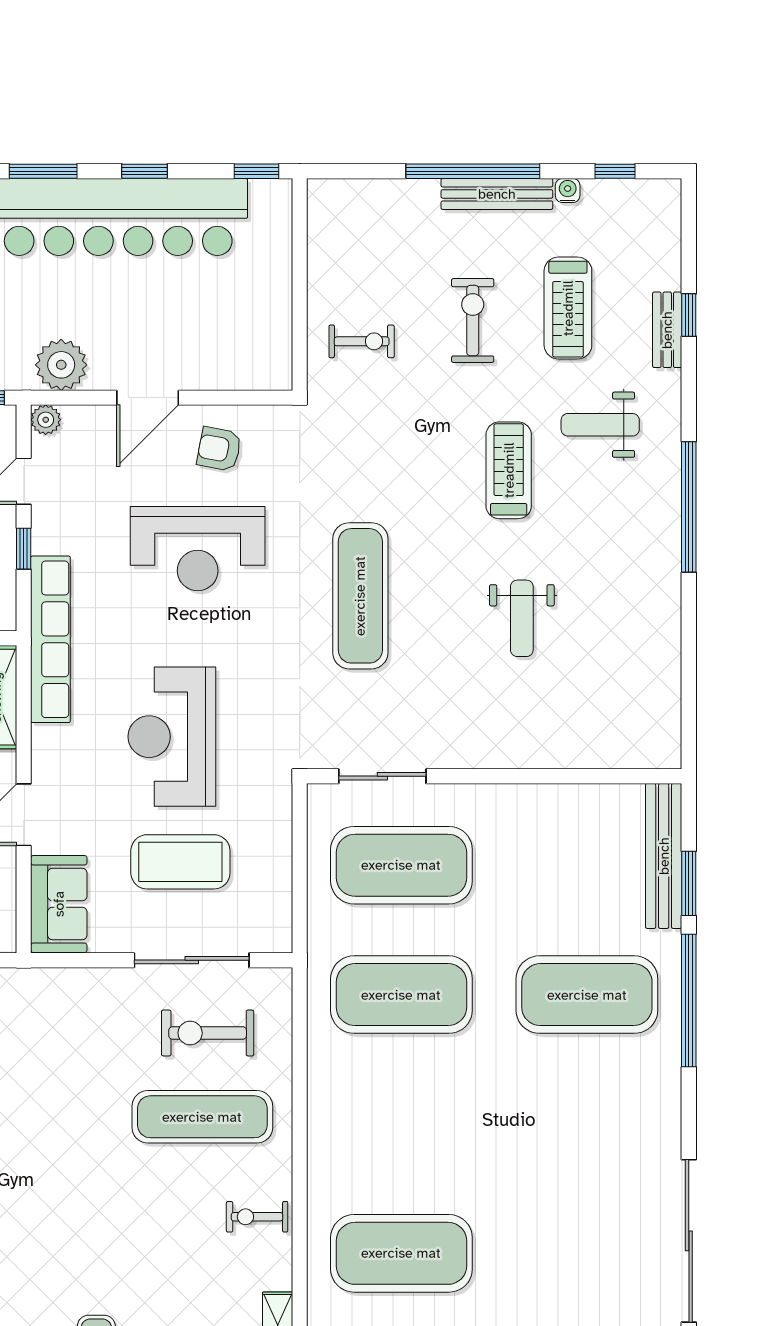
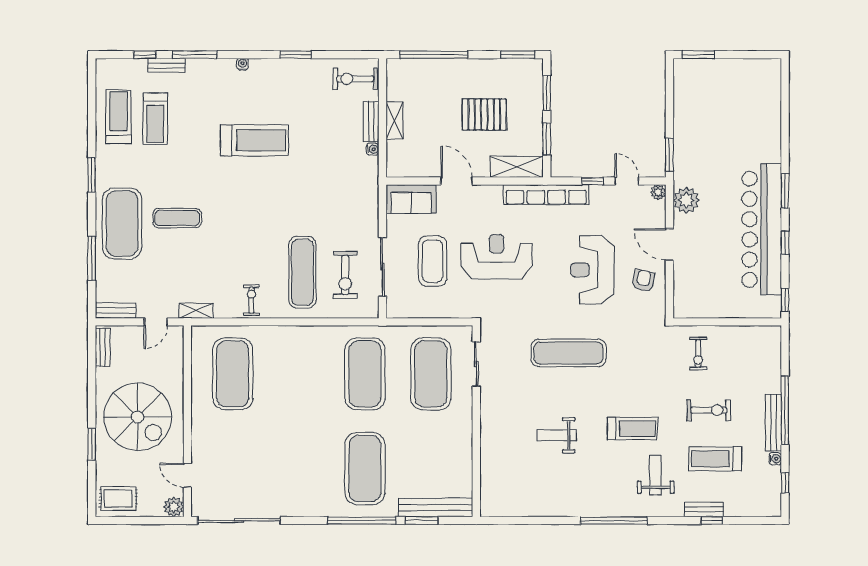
exercise bike: (208, 1033) -> (345, 275), turned 180

